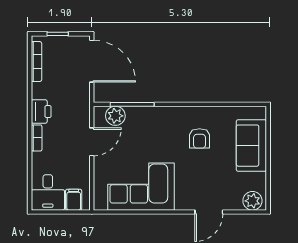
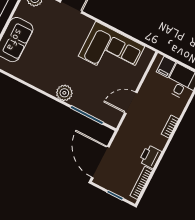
printer: (41, 112) -> (150, 157), moved
plant: (115, 116) -> (64, 93), moved
armchair: (200, 138) -> (50, 64), removed

